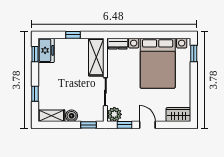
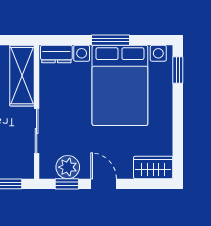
window: (152, 35) -> (110, 40), added
plant: (114, 114) -> (68, 167), moved

